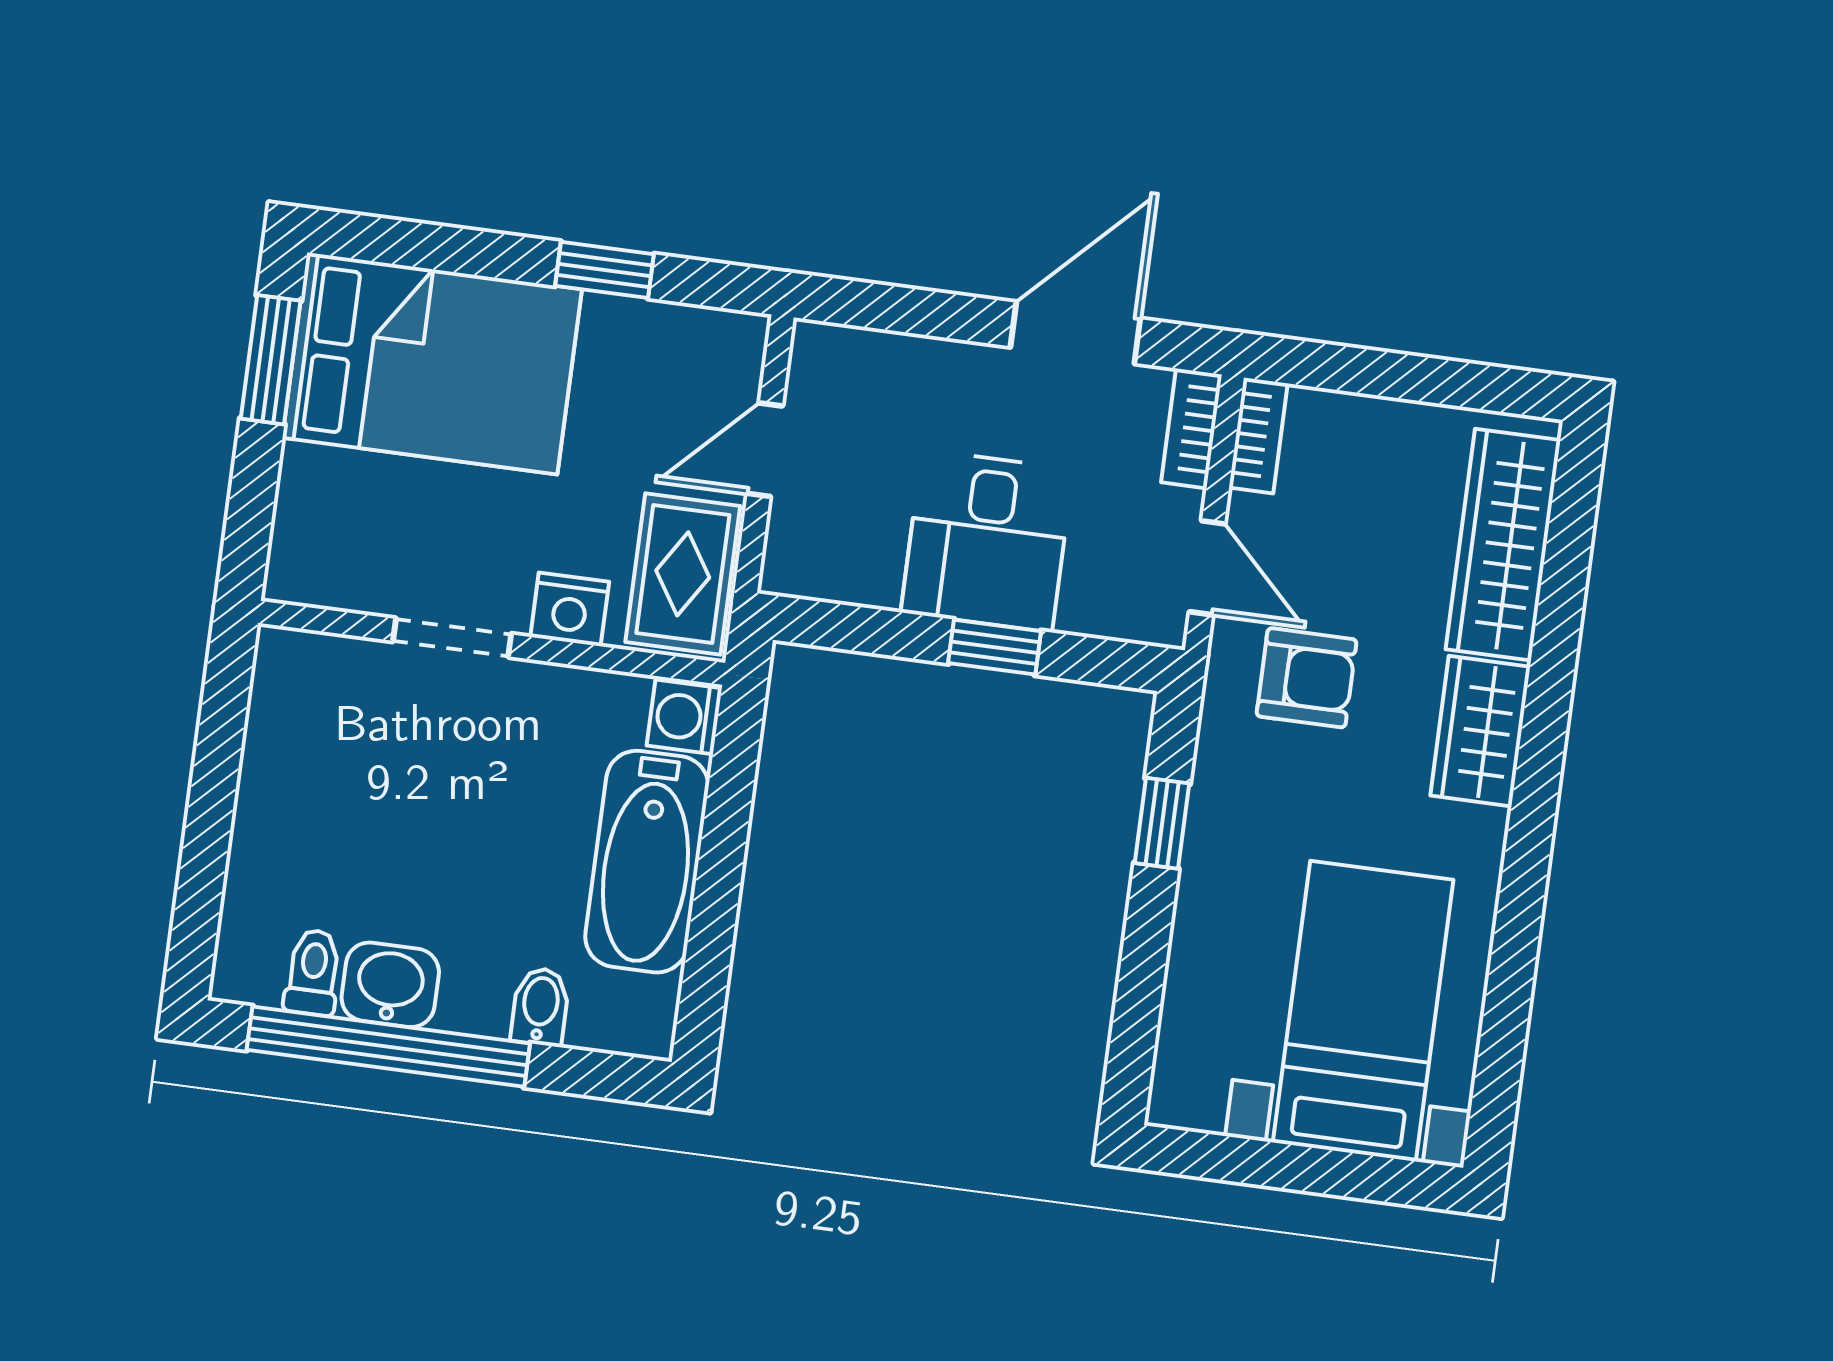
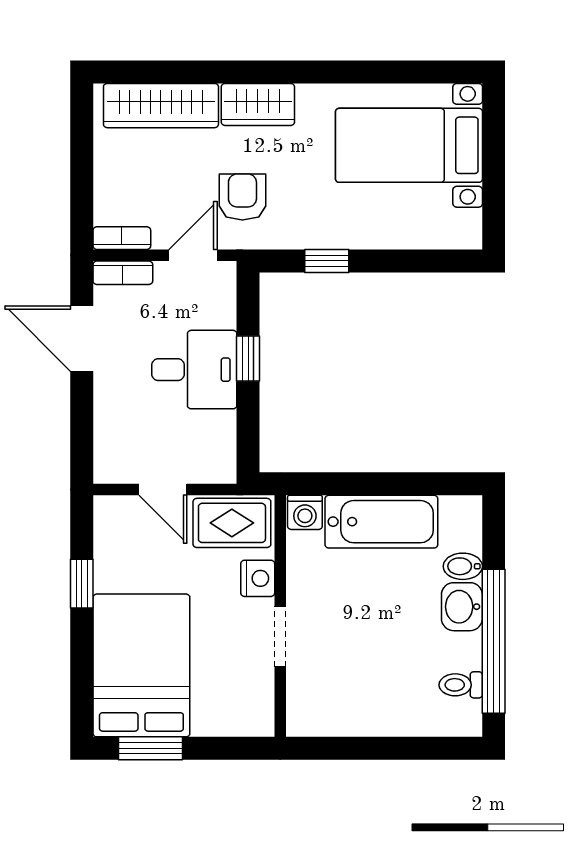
washbasin: (390, 985) -> (462, 607), moved

